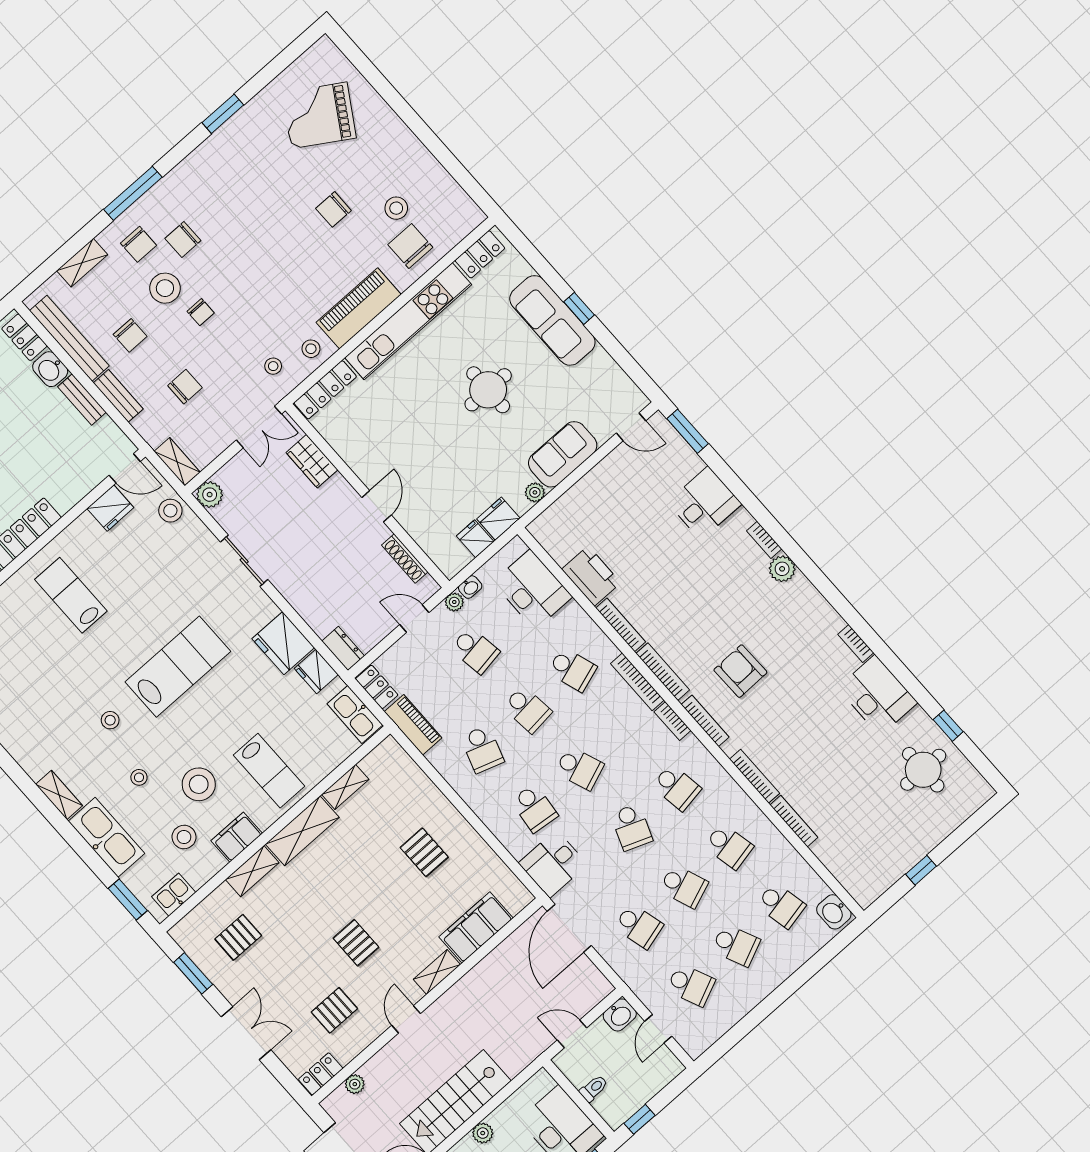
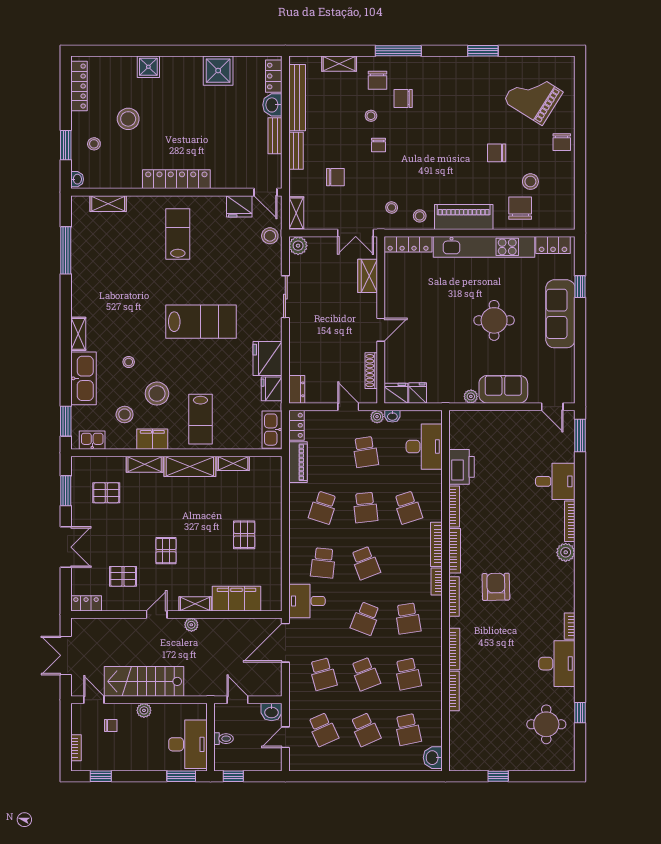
stool: (165, 288) -> (371, 116), width x0.53, depth x0.53
window: (579, 308) -> (580, 287), moved
chair: (130, 335) -> (562, 142), moved
fridge: (498, 519) -> (396, 393), moved
bookcase: (764, 540) -> (570, 521), width x1.56
stool: (110, 720) -> (140, 318), removed
plant: (355, 1084) -> (191, 625), moved

